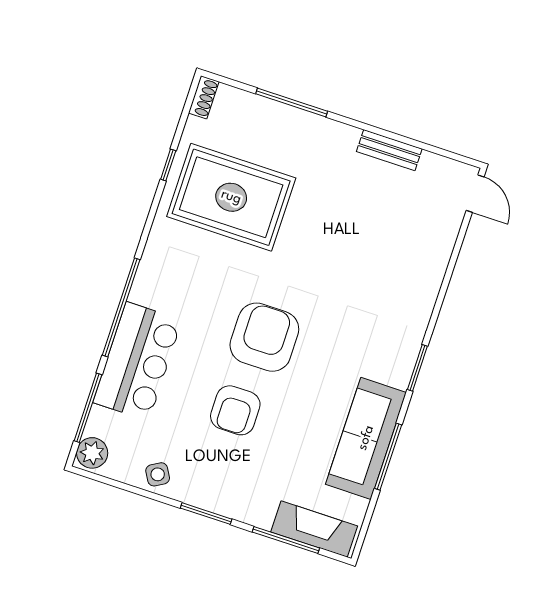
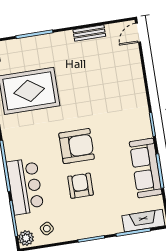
door: (475, 194) -> (138, 33), swing flipped
armchair: (264, 337) -> (77, 146), turned 90
armchair: (235, 410) -> (80, 186), turned 180
side table: (158, 474) -> (47, 229), moved

